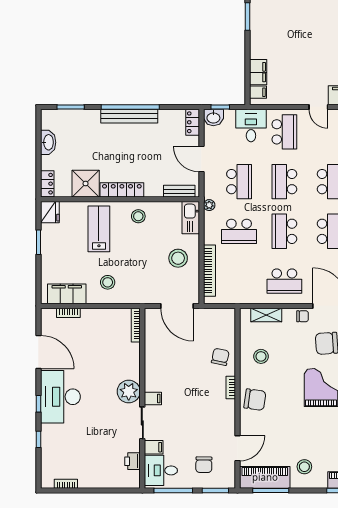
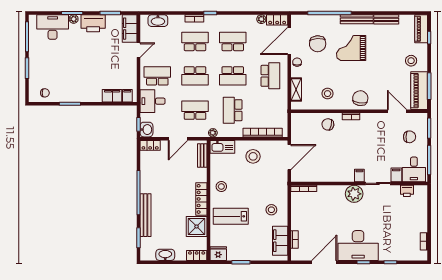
bench: (129, 116) -> (145, 215), moved
school desk: (239, 231) -> (233, 110), turned 180

